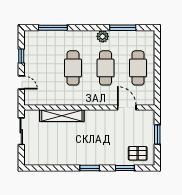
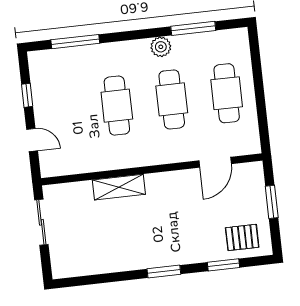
door: (127, 108) -> (215, 162), swing flipped
shelving: (62, 116) -> (119, 187), width x0.68

